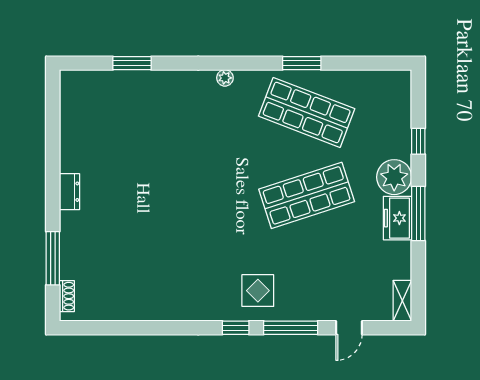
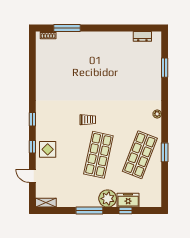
dresser: (69, 192) -> (142, 36), moved
shop shelf: (307, 195) -> (98, 155), turned 30
trolley: (236, 217) -> (88, 120), added
freezer: (397, 218) -> (128, 200), moved
display table: (258, 291) -> (48, 149), moved
window: (291, 328) -> (32, 147), width x0.46

